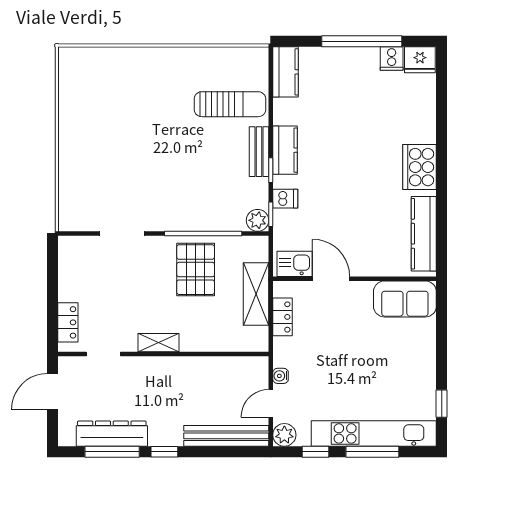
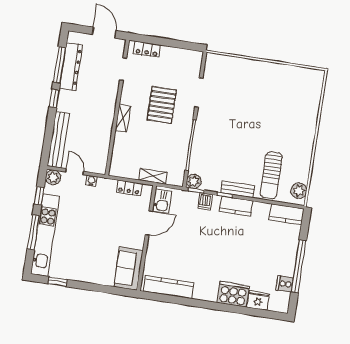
plant: (247, 59) -> (299, 191), added
fridge: (420, 60) -> (258, 300), moved, turned 90
cooker: (420, 167) -> (233, 294), moved
pallet: (196, 270) -> (162, 105), moved, turned 90
shelving: (256, 294) -> (153, 176), width x0.67, depth x0.75
shelving: (158, 343) -> (123, 118), moved

